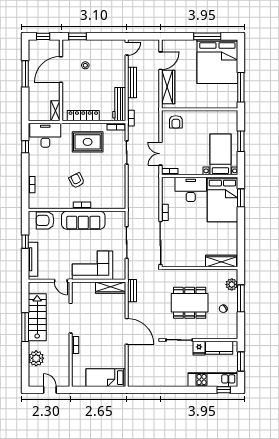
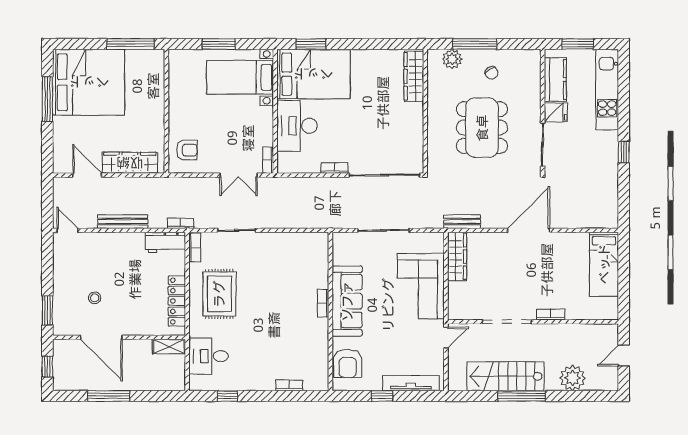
workbench: (119, 104) -> (165, 242), width x0.73
desk: (45, 135) -> (209, 356), width x0.73
armchair: (77, 181) -> (283, 312), removed
window: (224, 390) -> (624, 152), moved

